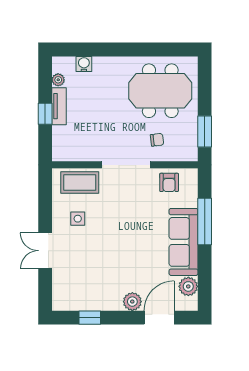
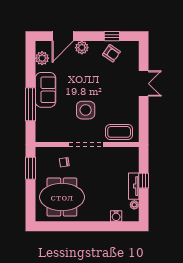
armchair: (169, 182) -> (111, 53), moved, turned 125
side table: (78, 219) -> (86, 110), moved, width x1.87, depth x1.87
sofa: (183, 242) -> (45, 90), width x0.73

